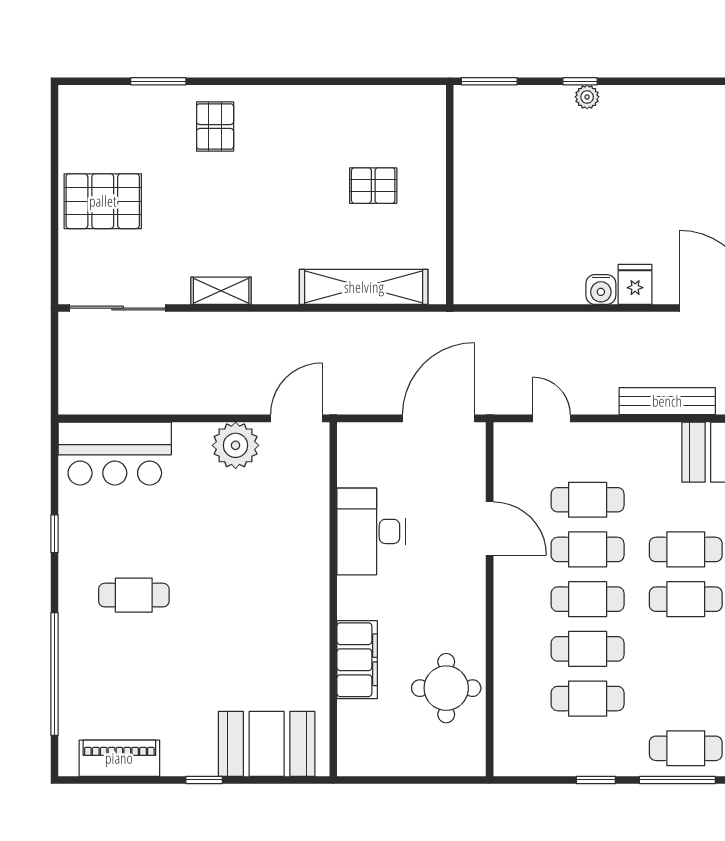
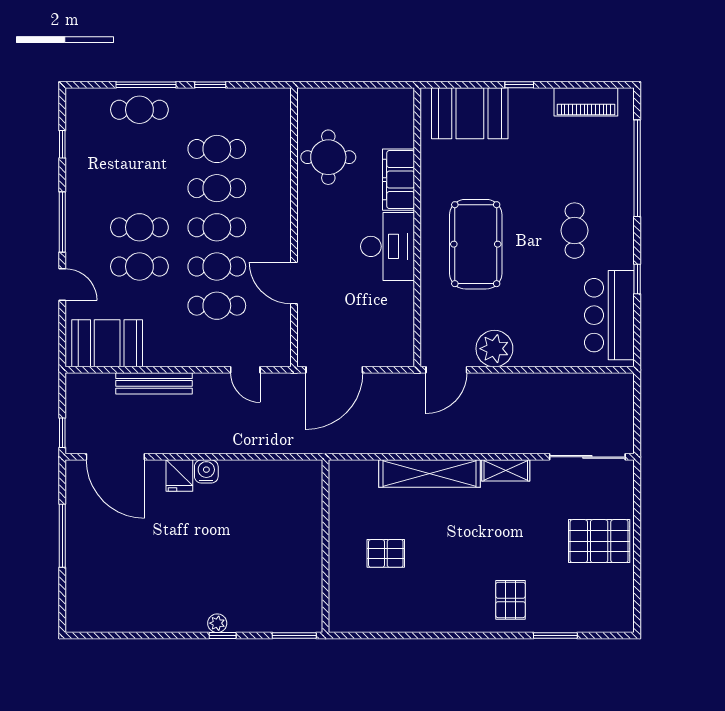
shelving: (364, 287) -> (429, 474), moved
bar counter: (115, 454) -> (609, 315), moved, turned -90
desk: (371, 531) -> (388, 246), moved
pool table: (259, 578) -> (476, 244), added
cafe table: (134, 595) -> (575, 231), turned 90

